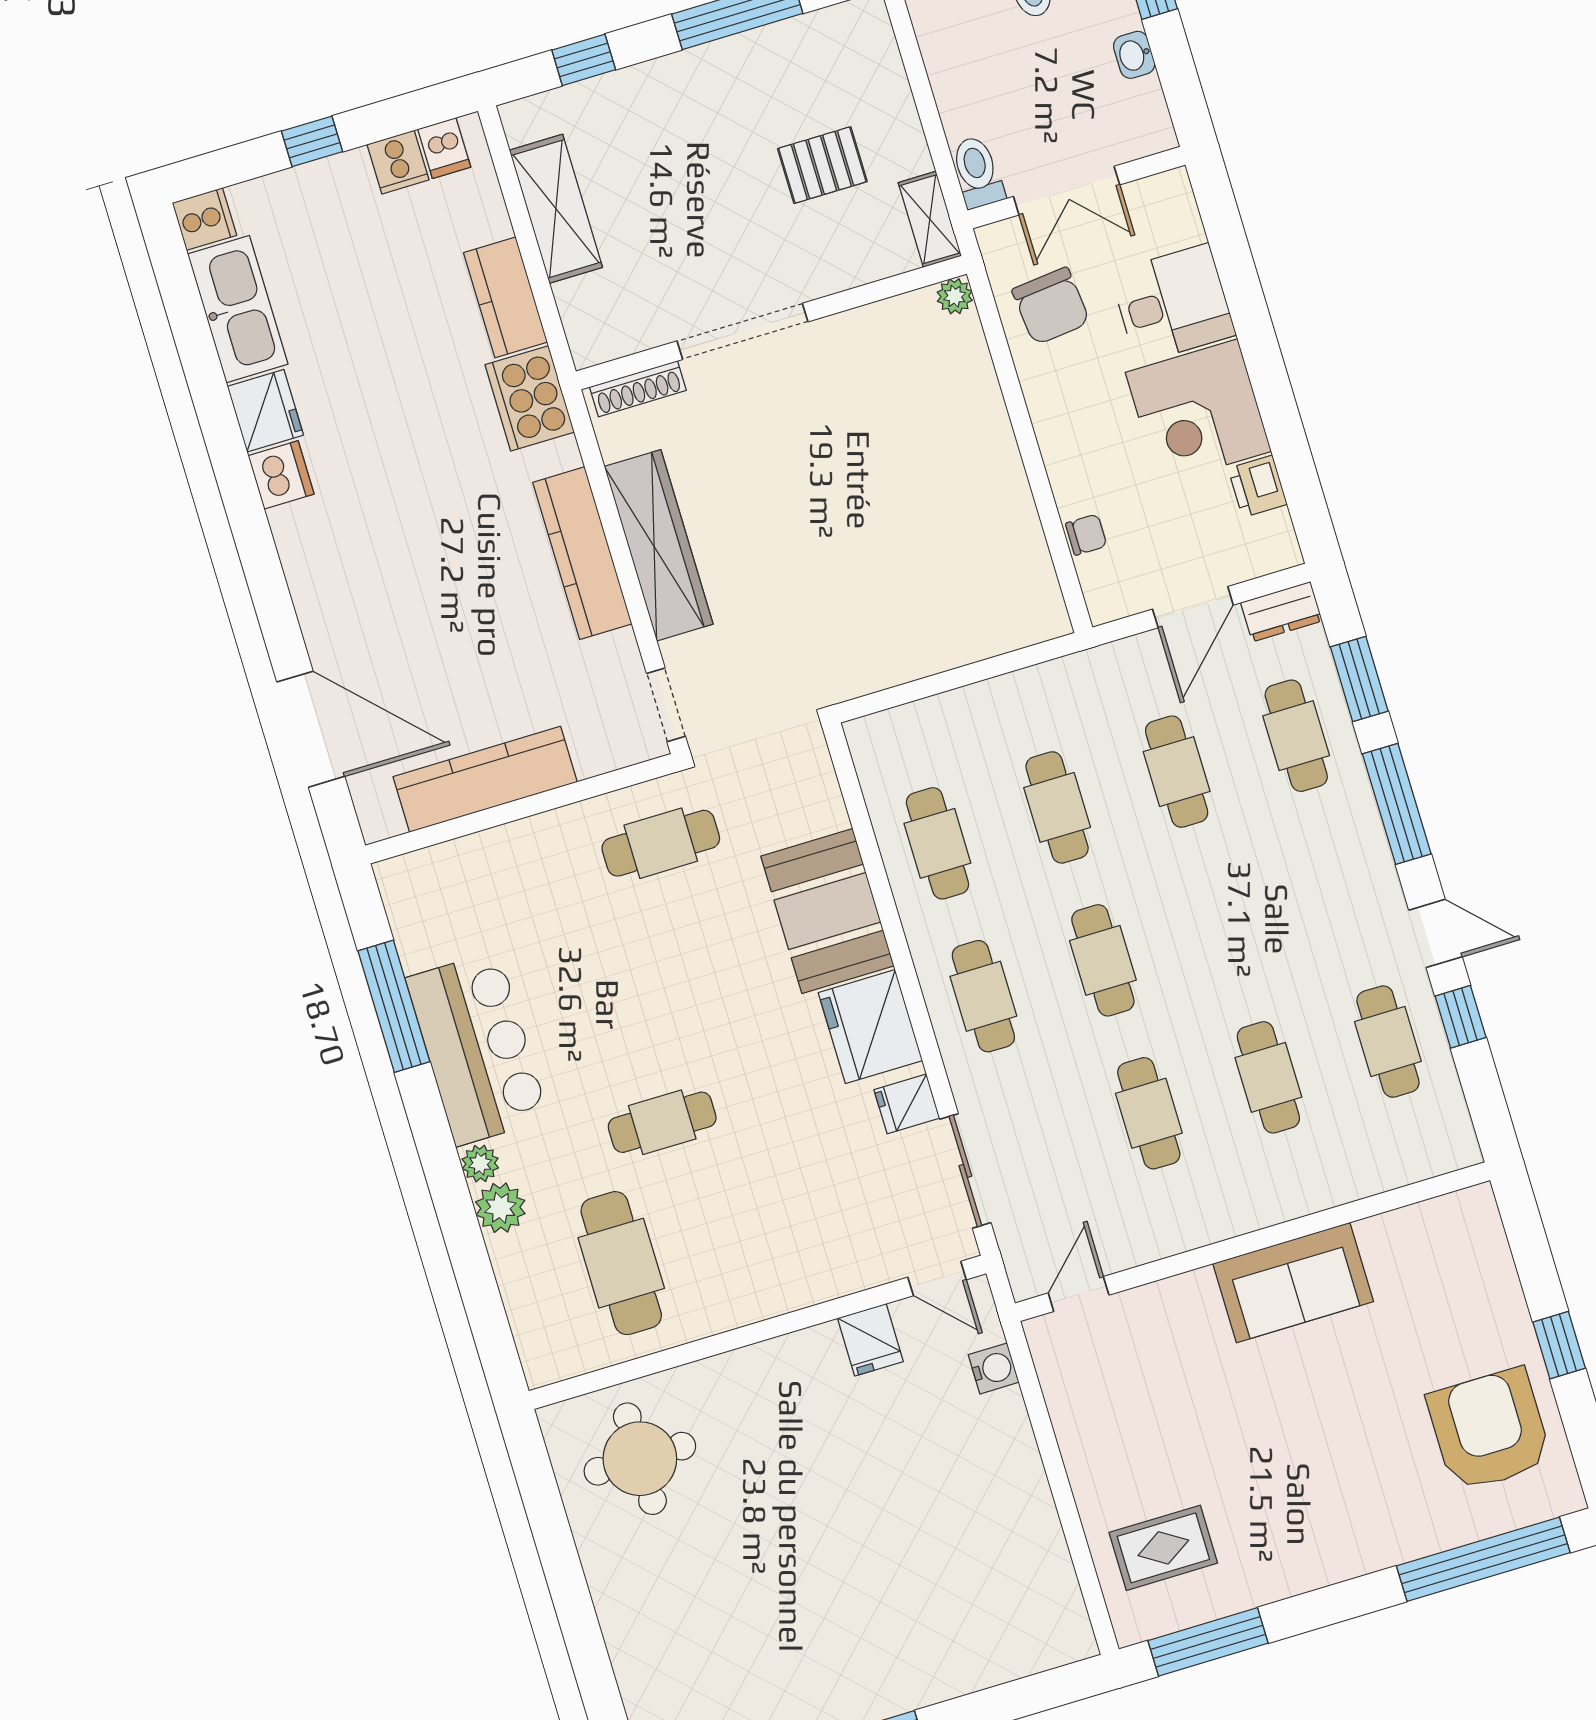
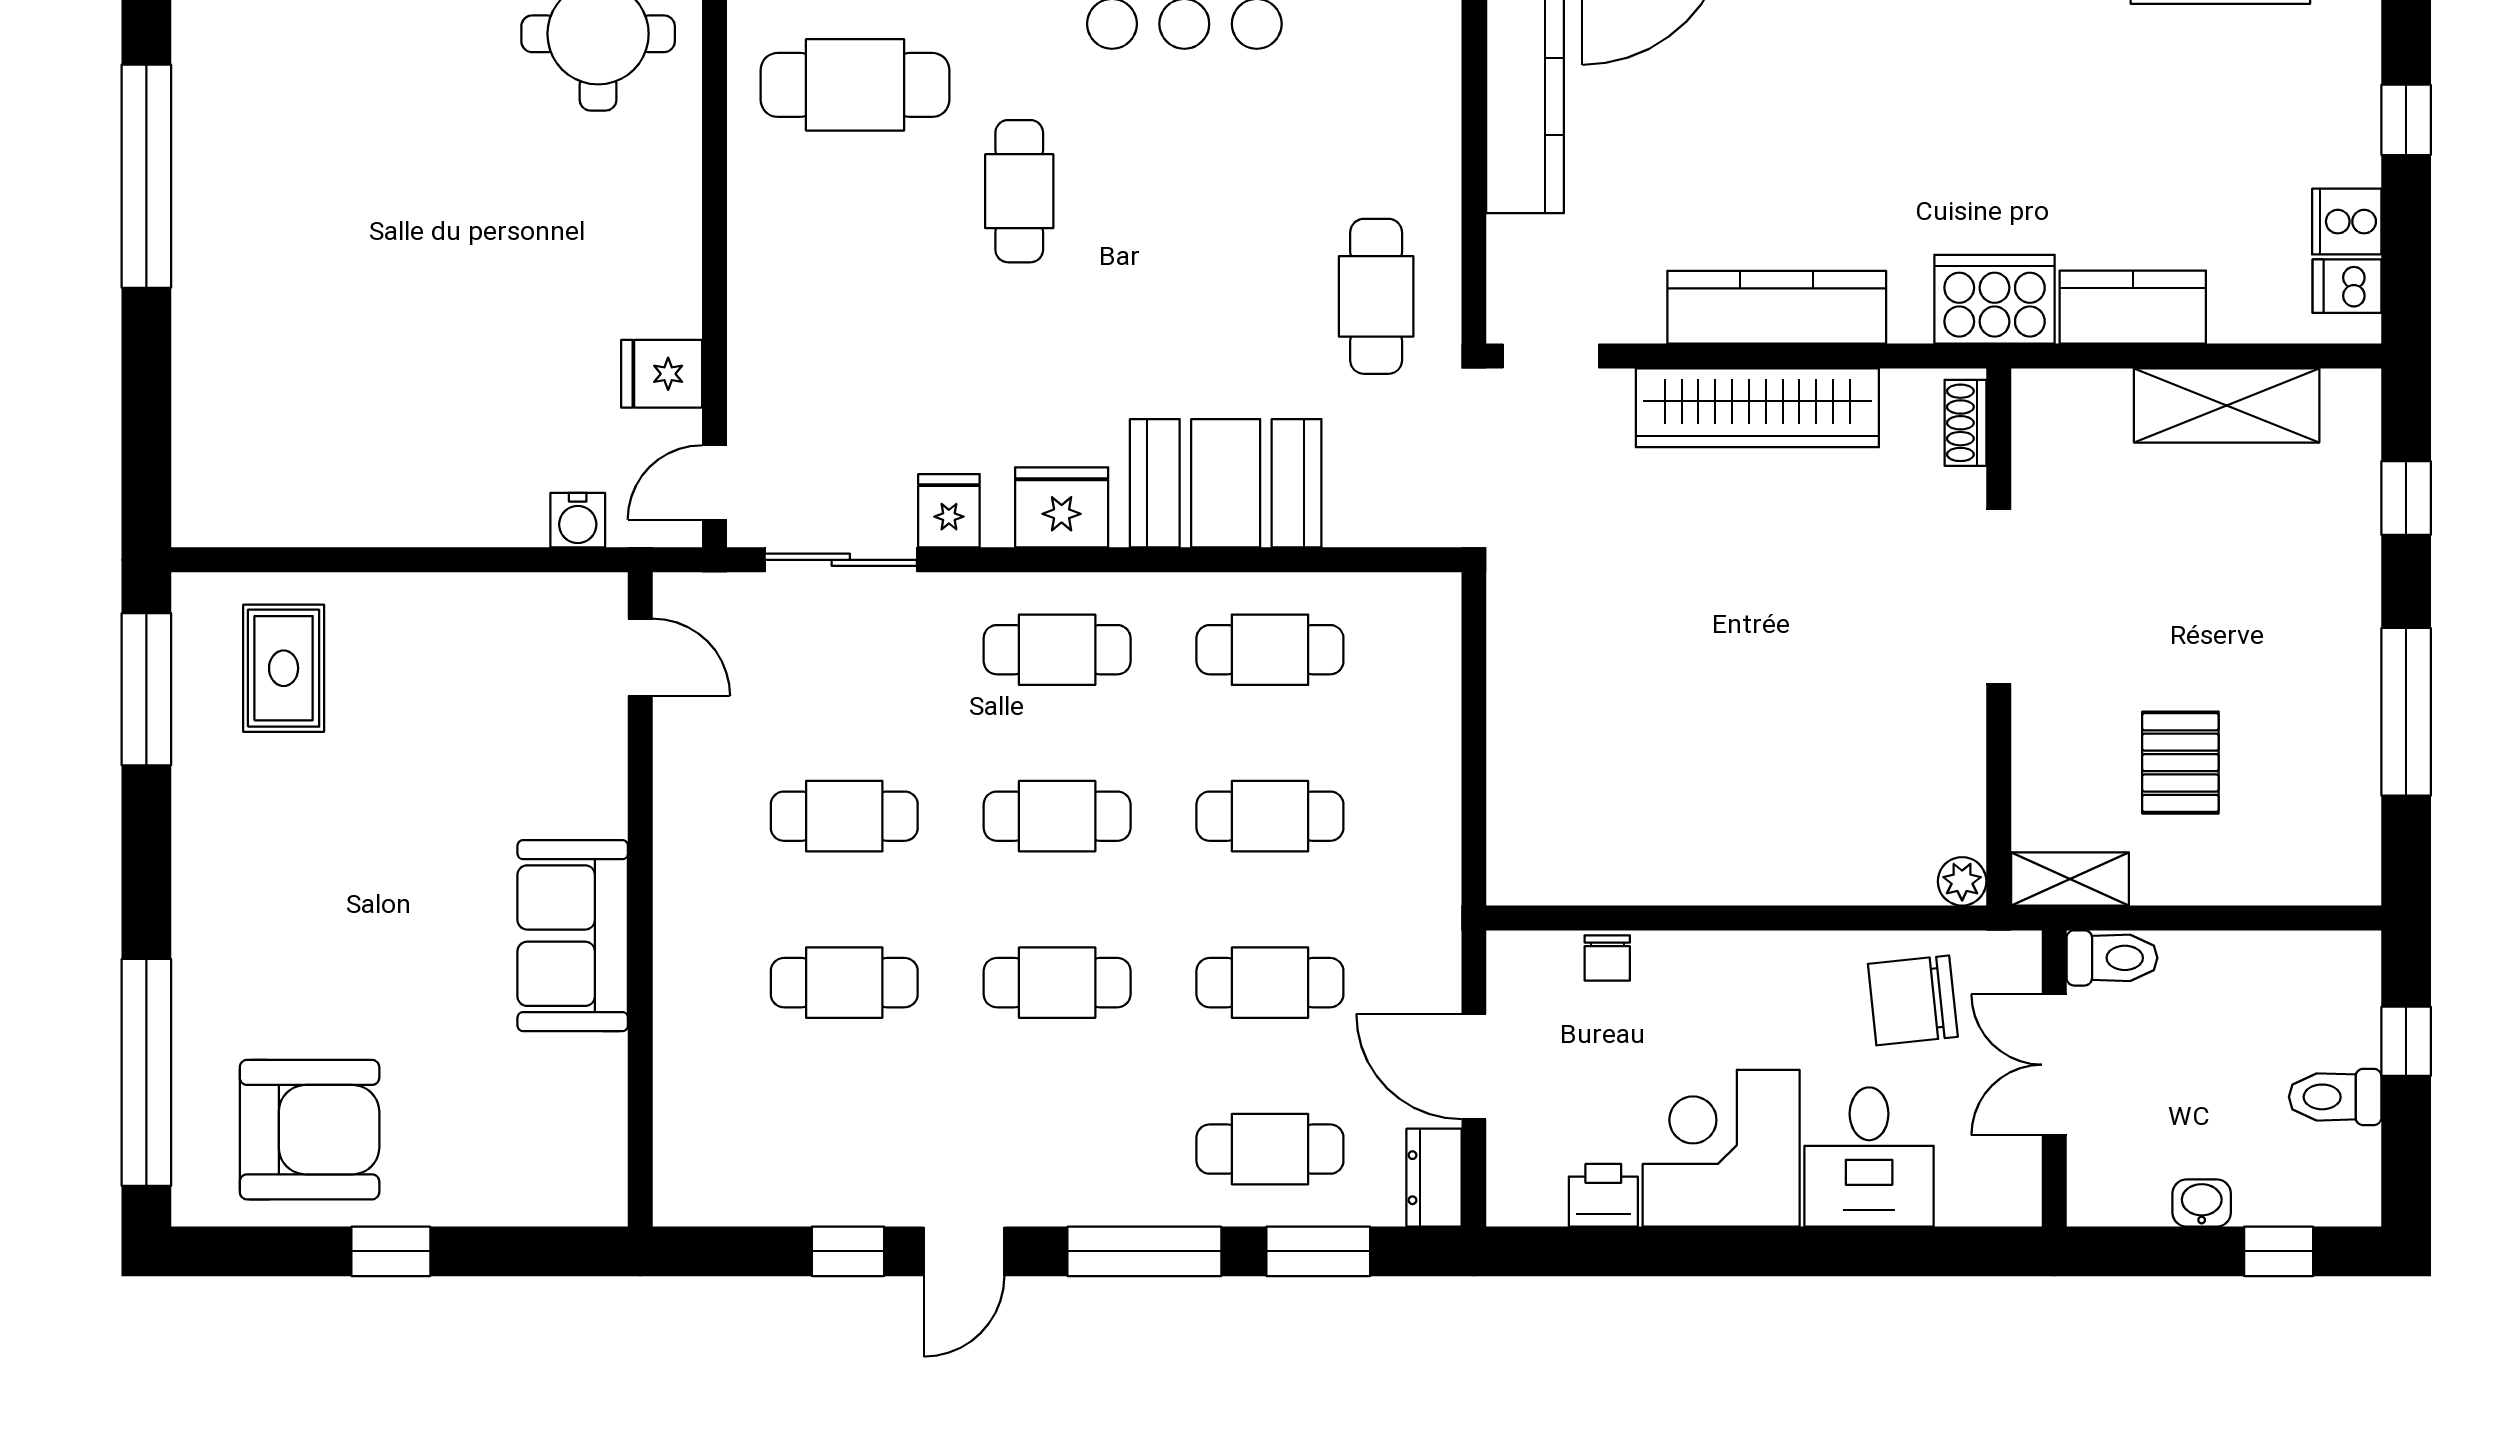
shoe rack: (638, 389) -> (1965, 423), width x0.70
fridge: (870, 1027) -> (1062, 507), width x0.73, depth x0.75
cafe table: (1388, 1042) -> (1057, 983), moved

